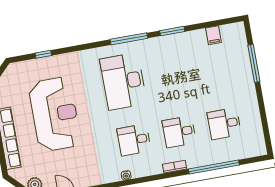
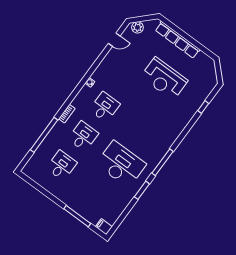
filing cabinet: (214, 35) -> (104, 227), moved
desk: (123, 81) -> (121, 164), moved
reception desk: (55, 114) -> (164, 79), width x0.74, depth x0.77

